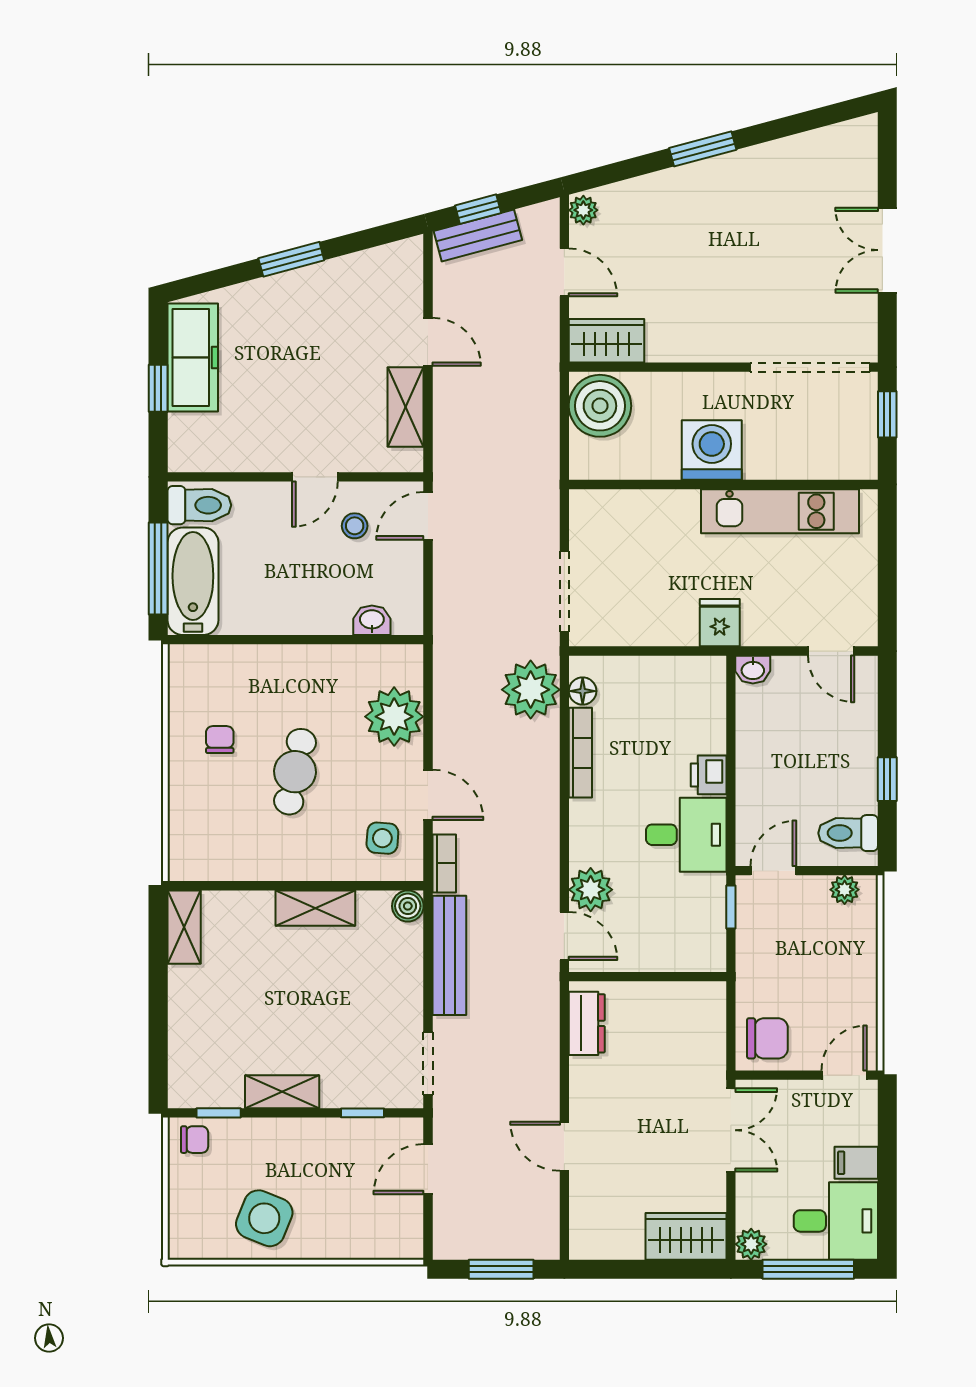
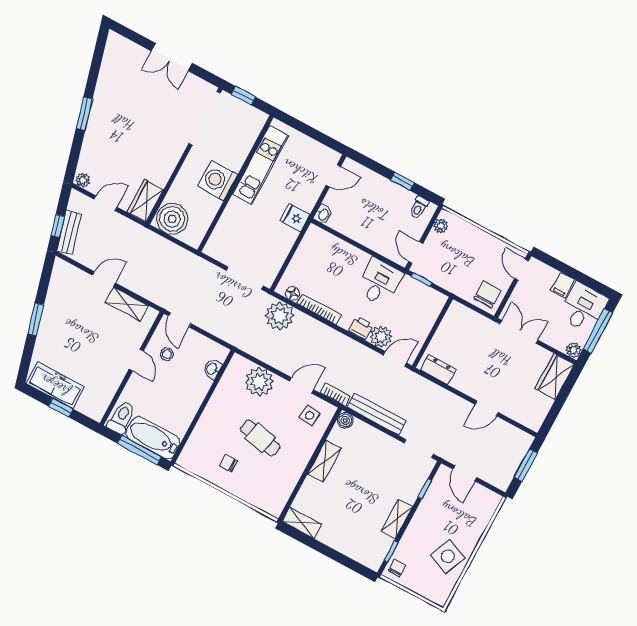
printer: (709, 775) -> (361, 328), moved, turned 180
toilet: (848, 833) -> (419, 207), width x0.73, depth x0.72

